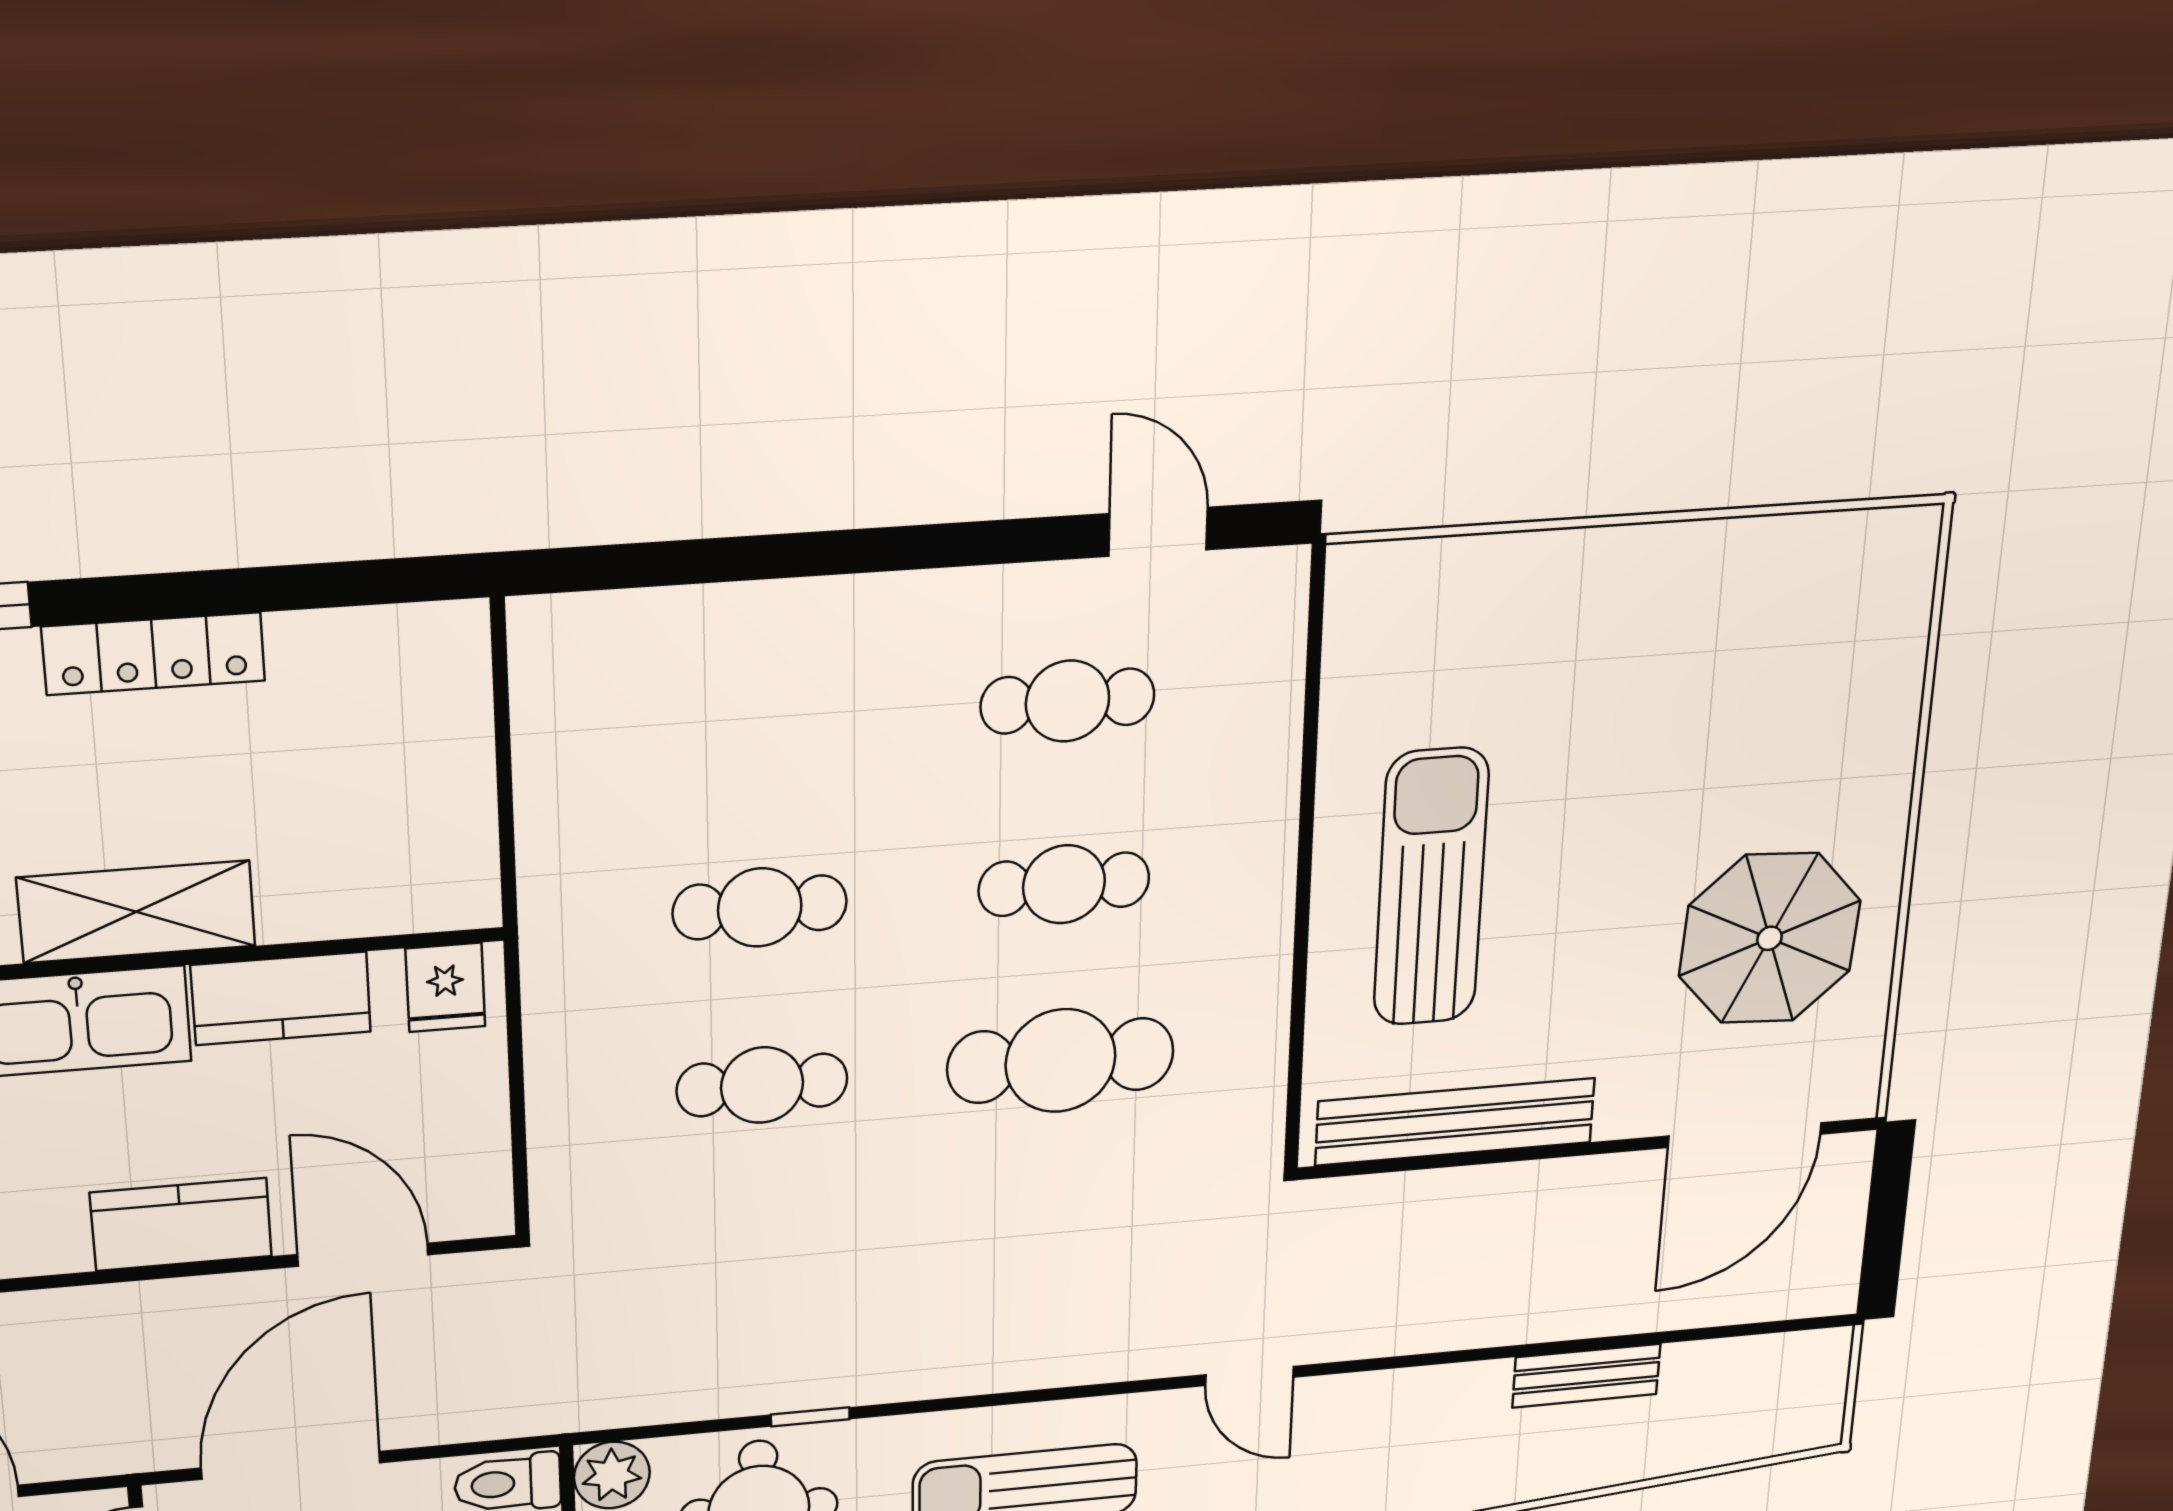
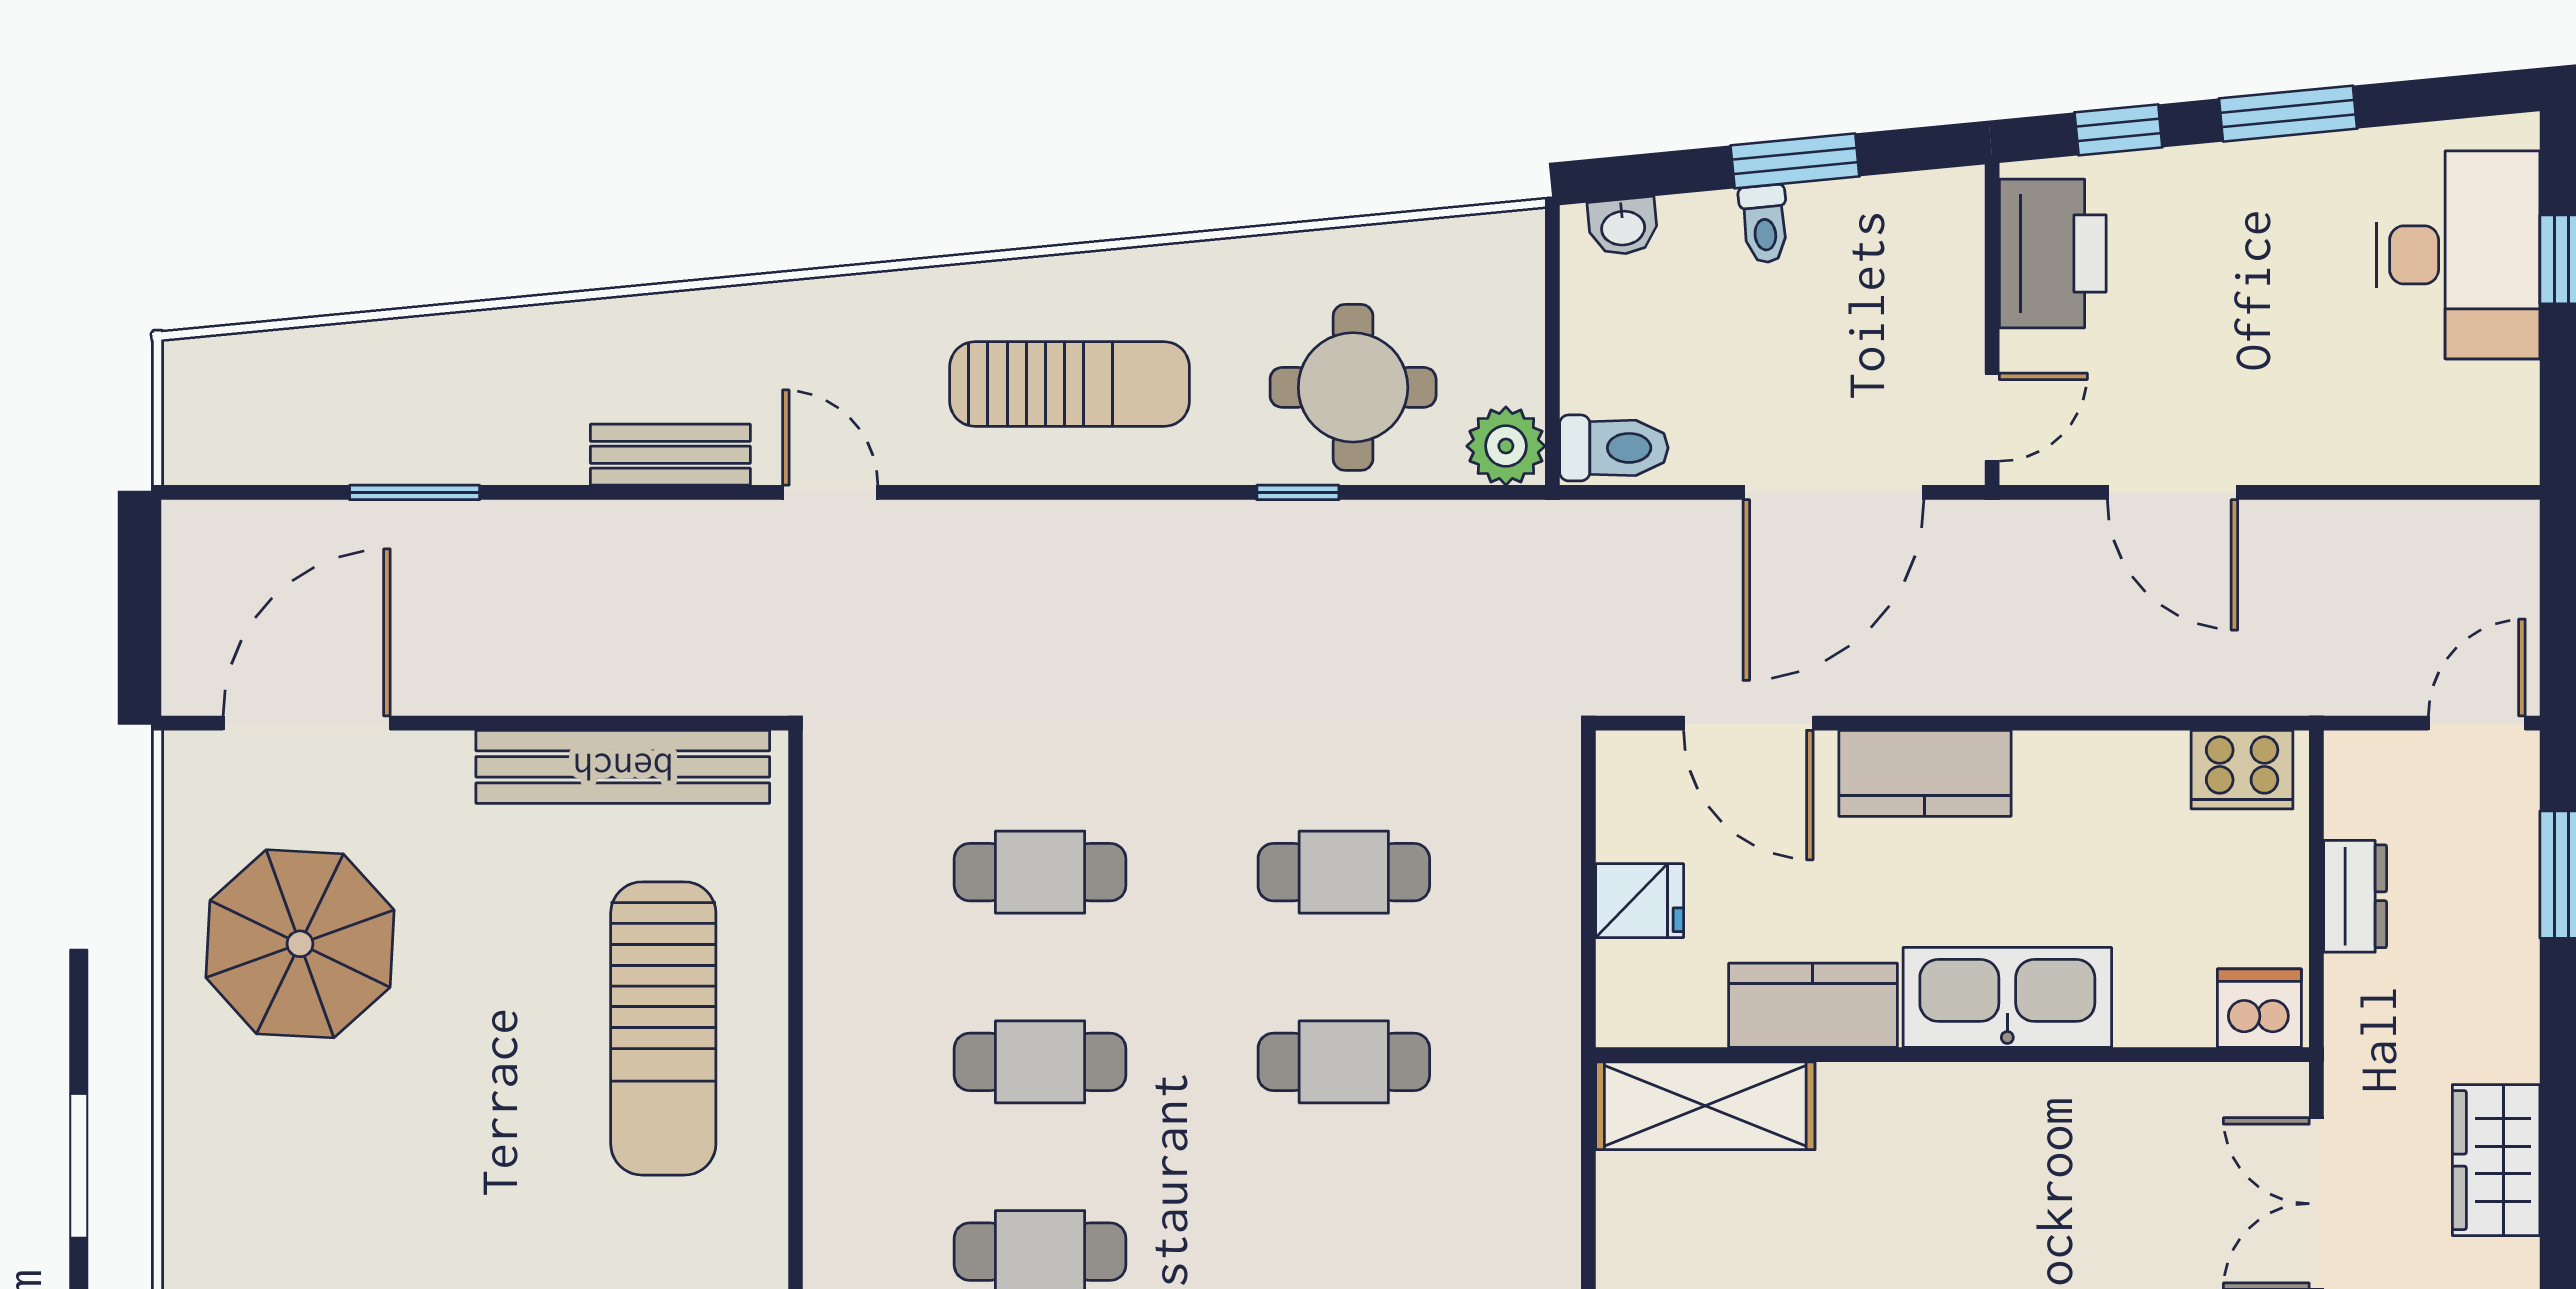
shelving: (136, 912) -> (1705, 1106), moved
fridge: (445, 987) -> (1640, 901), moved, turned 90
cafe table: (1061, 1061) -> (1040, 872), width x0.73, depth x0.74
window: (1629, 1341) -> (415, 492), added
bench: (1586, 1376) -> (670, 455), moved

